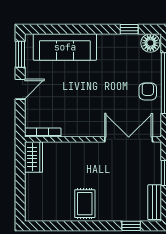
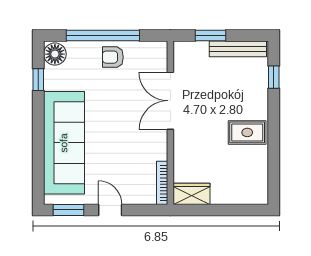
sofa: (65, 47) -> (64, 143), width x1.36, depth x1.27
double door: (129, 139) -> (170, 101), moved
bench: (155, 202) -> (238, 49), width x1.36

